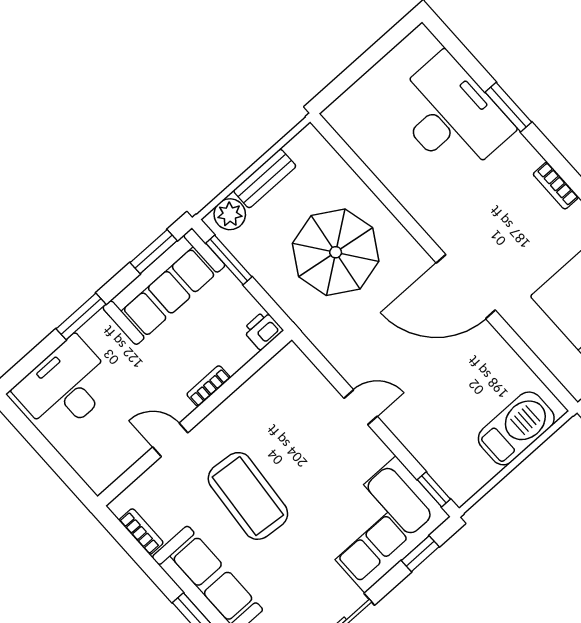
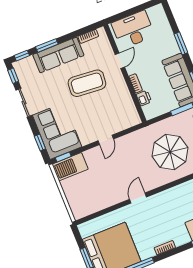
door: (466, 287) -> (138, 198), width x0.53
printer: (263, 330) -> (144, 98), moved
desk: (65, 387) -> (133, 30), moved, turned -90
barbecue: (516, 428) -> (70, 167), moved, turned 90

